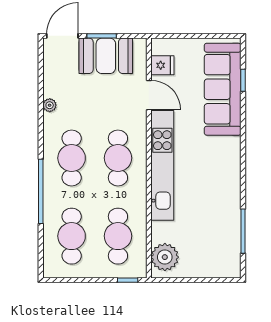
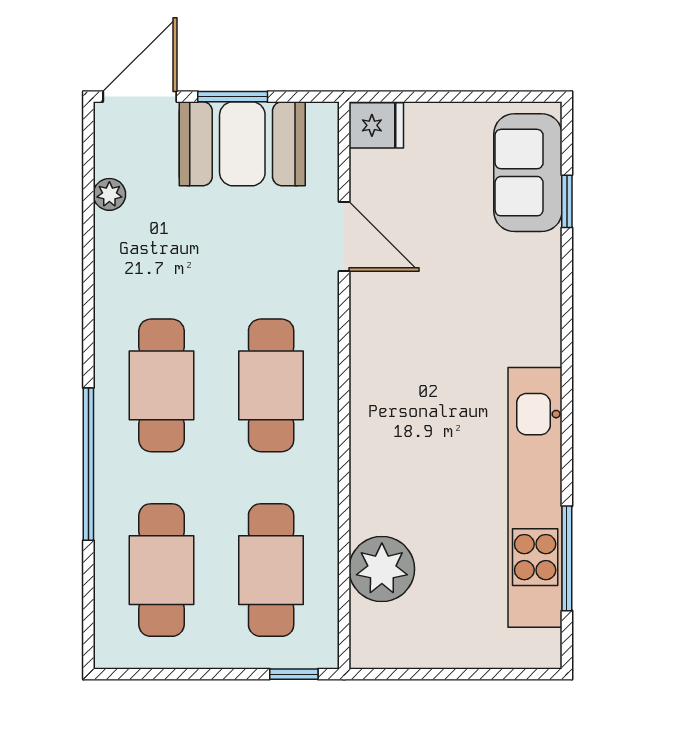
fridge: (162, 65) -> (376, 125), moved
sofa: (223, 89) -> (528, 173), width x0.54, depth x0.79
plant: (50, 105) -> (109, 194), moved
kitchen unit: (162, 165) -> (535, 497), moved, turned 180
plant: (165, 257) -> (382, 569), moved

